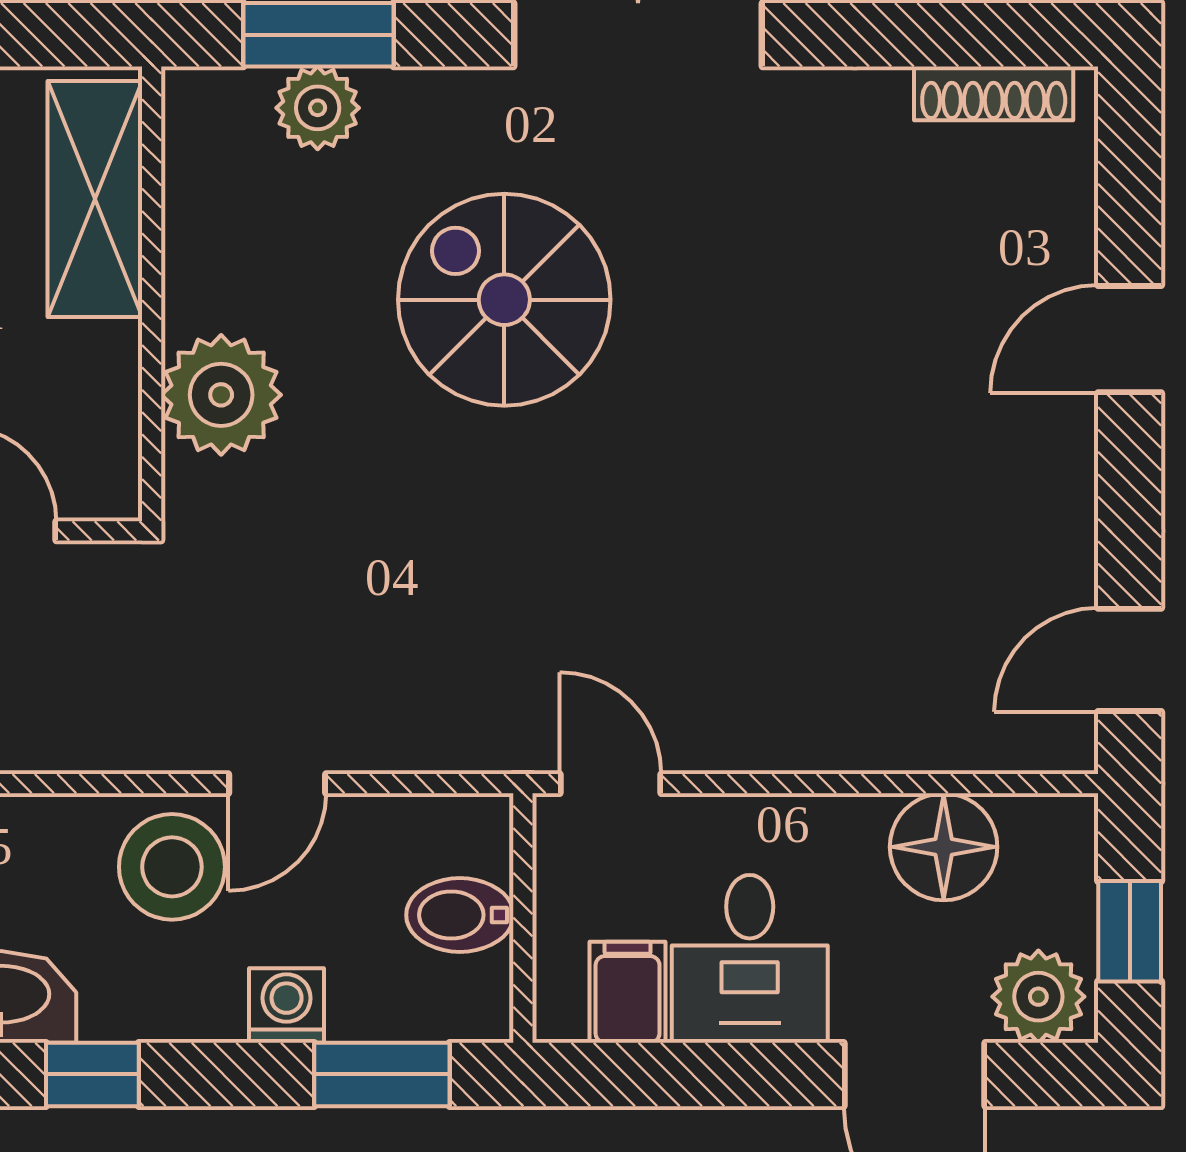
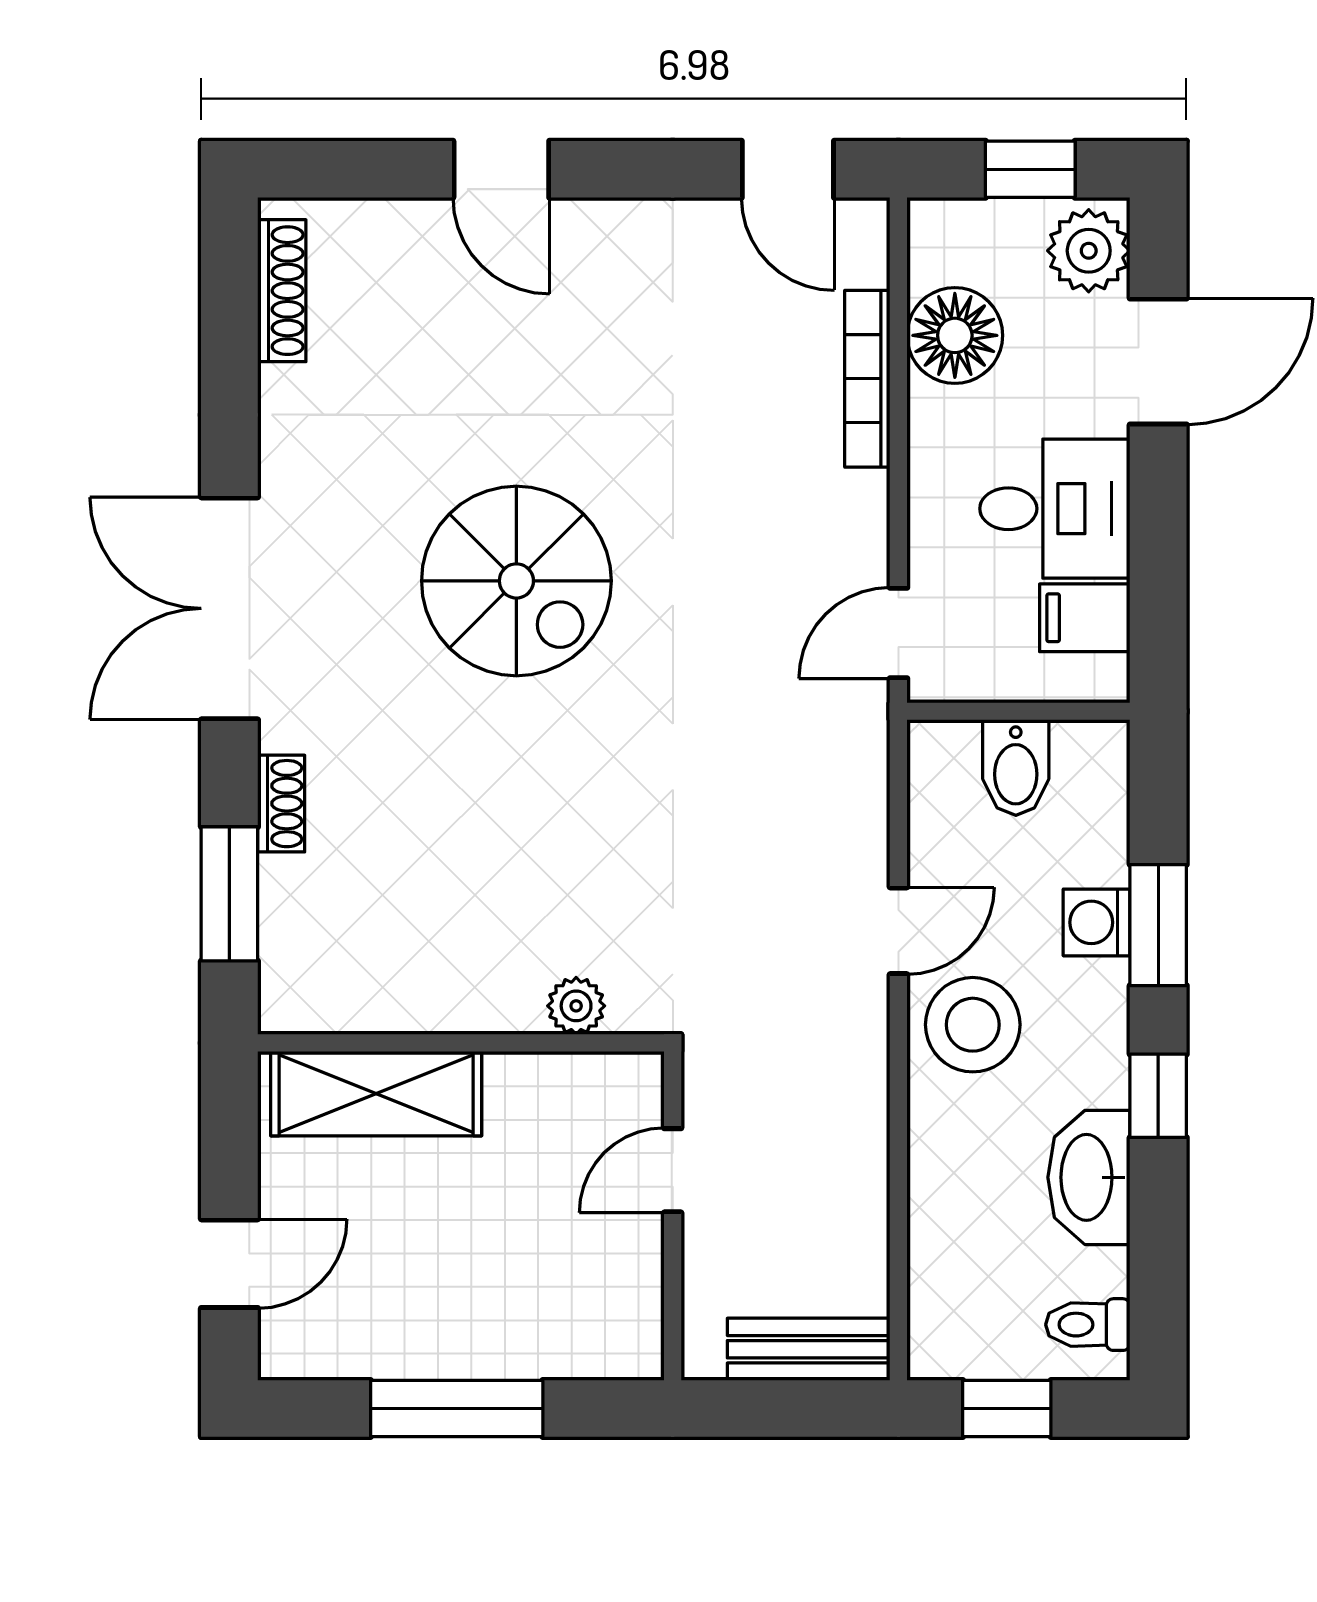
shoe rack: (420, 93) -> (281, 804), added
plant: (318, 108) -> (295, 895), removed
spiral stairs: (504, 300) -> (516, 581), moved, turned -90
plant: (221, 395) -> (576, 1006), width x0.53, depth x0.53
bookcase: (895, 749) -> (867, 379), added
door: (277, 784) -> (898, 931), hinge flipped
window: (382, 1074) -> (1158, 925), moved

